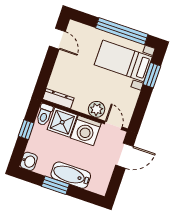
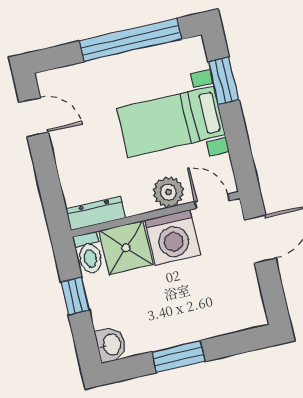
bed with nightstands: (123, 61) -> (171, 122), moved
bathtub: (71, 175) -> (193, 325), removed

